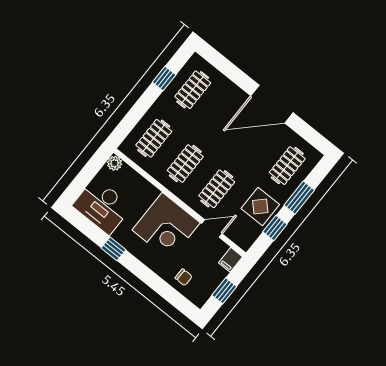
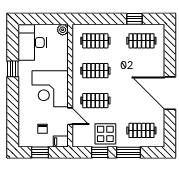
chair: (184, 277) -> (43, 129), moved

